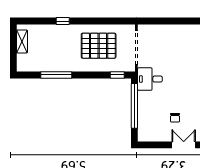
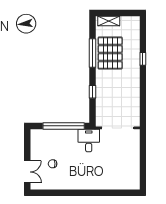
shelving: (22, 41) -> (109, 21), moved
pallet: (99, 46) -> (110, 53), moved
window: (117, 75) -> (92, 92), moved

